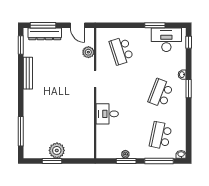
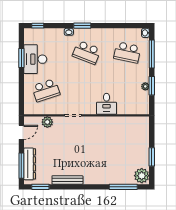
desk: (166, 40) -> (35, 59), moved
plant: (57, 150) -> (142, 176), moved

